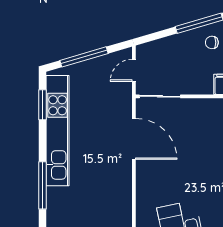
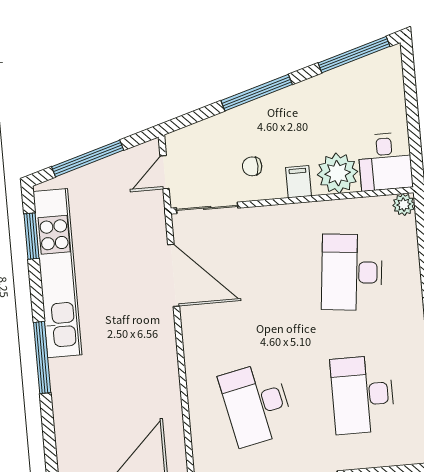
chair: (212, 42) -> (252, 166), moved

